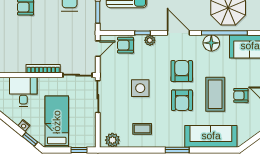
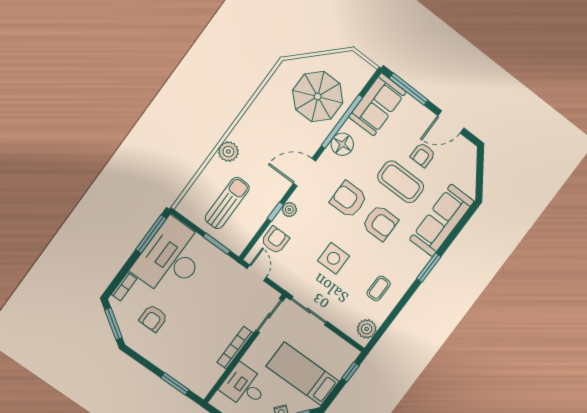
armchair: (125, 45) -> (275, 240), turned 180

